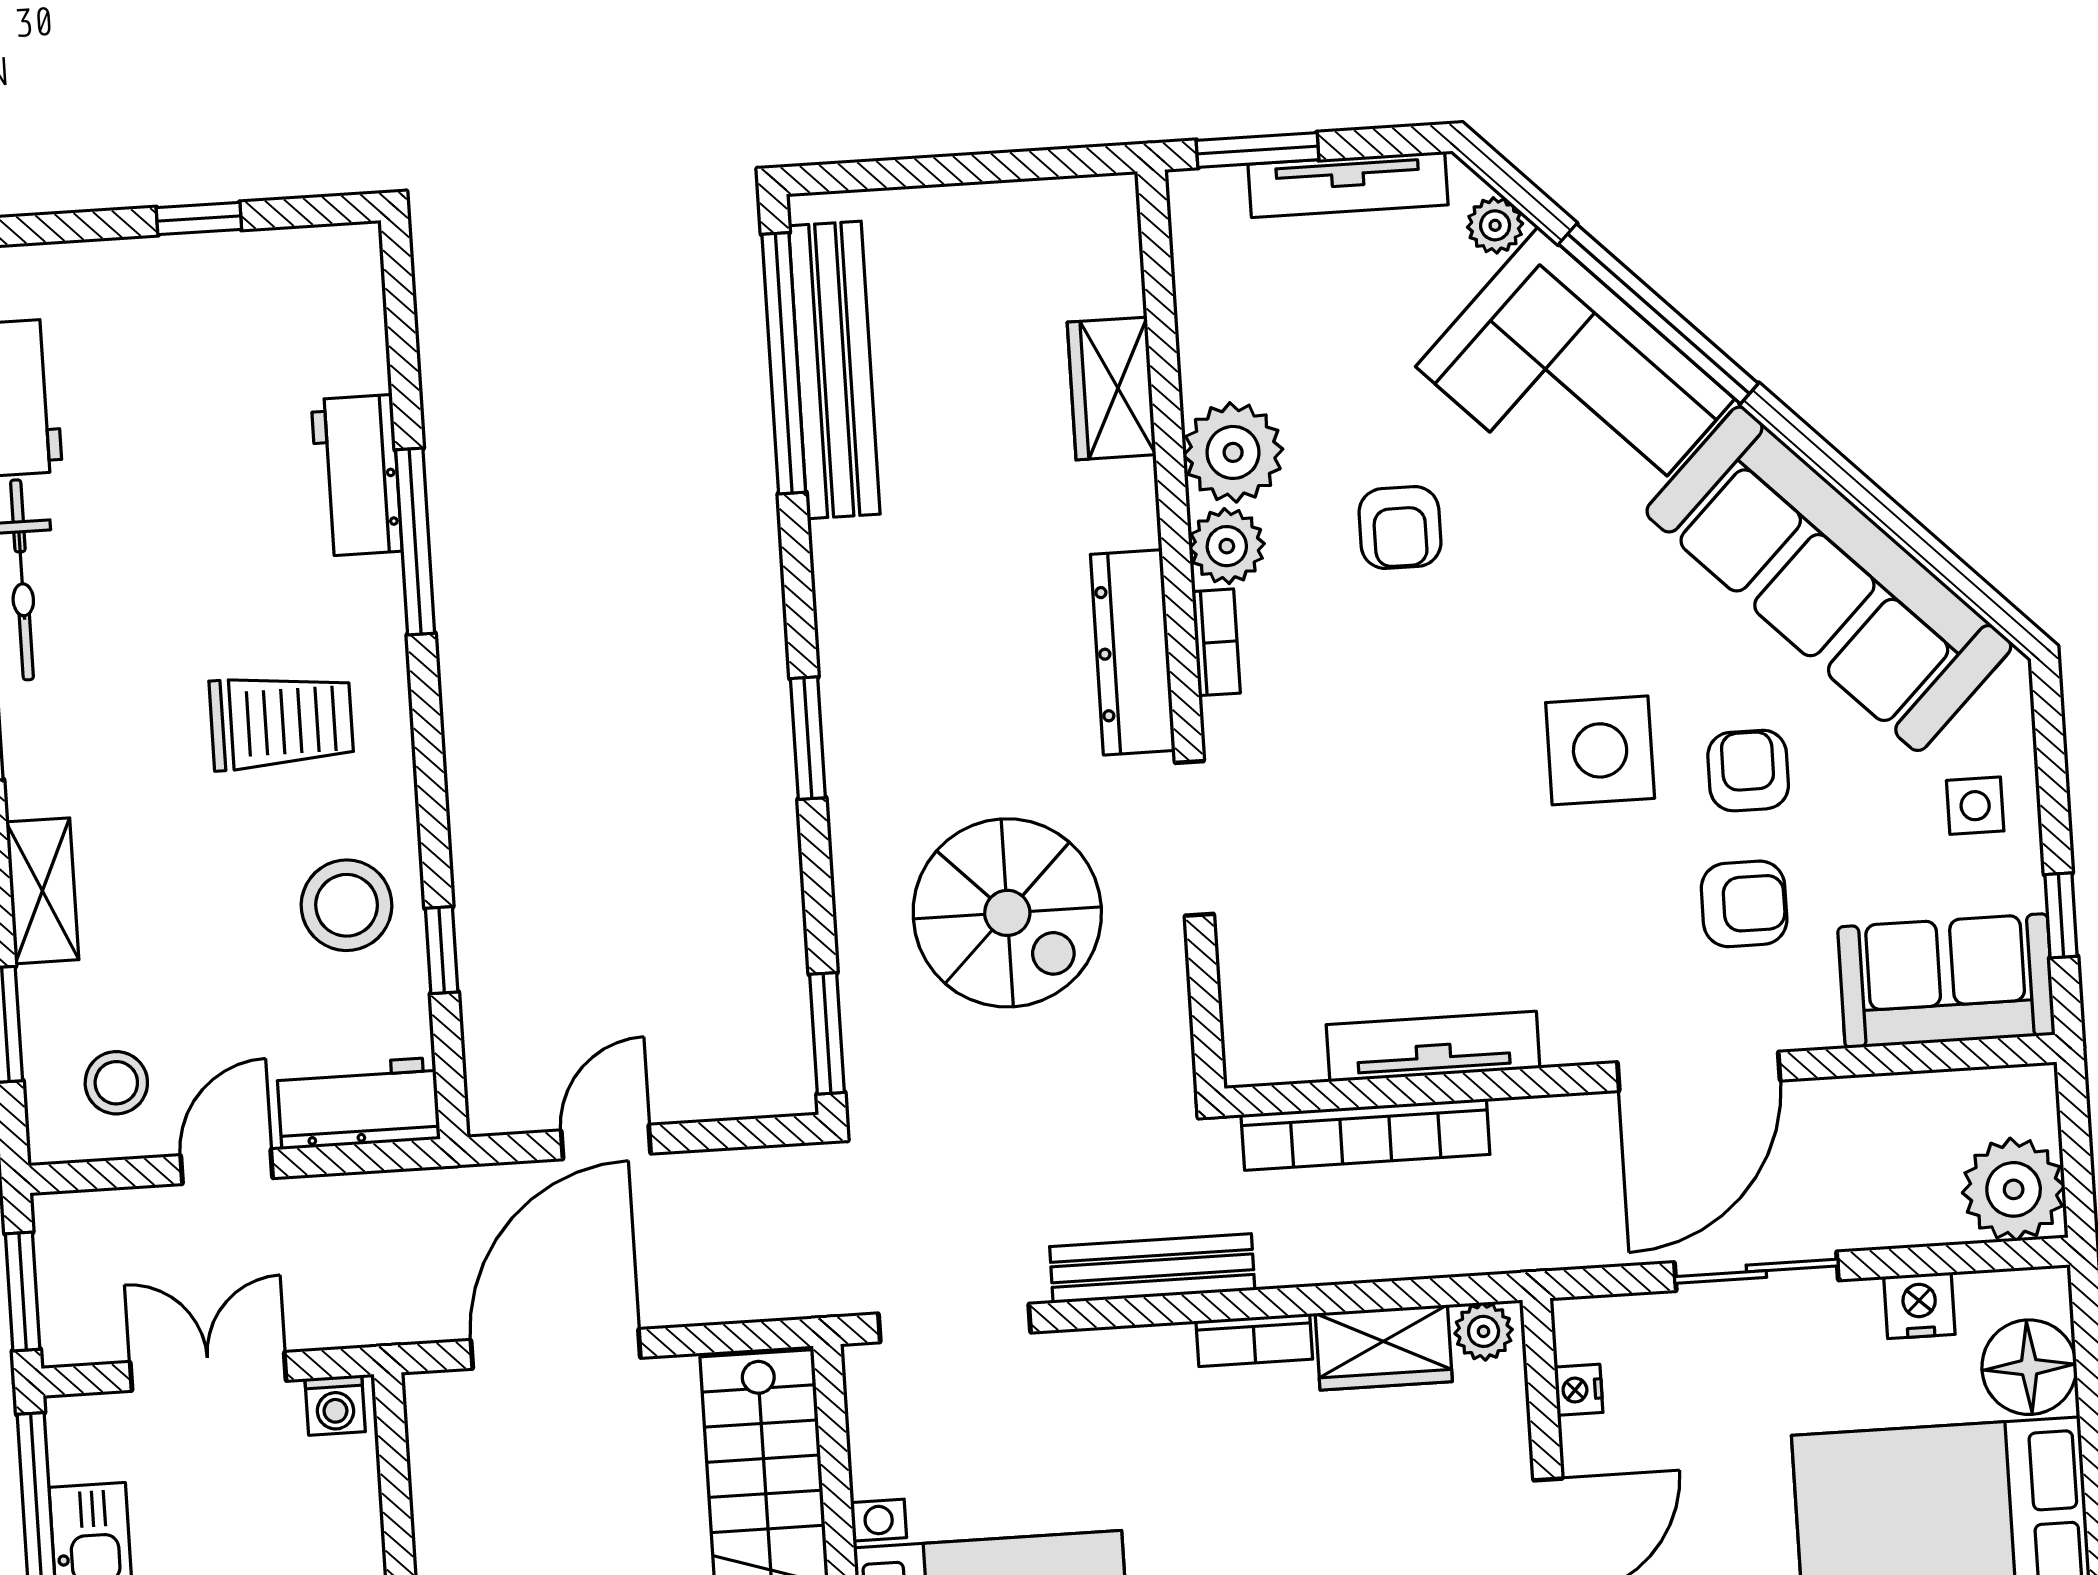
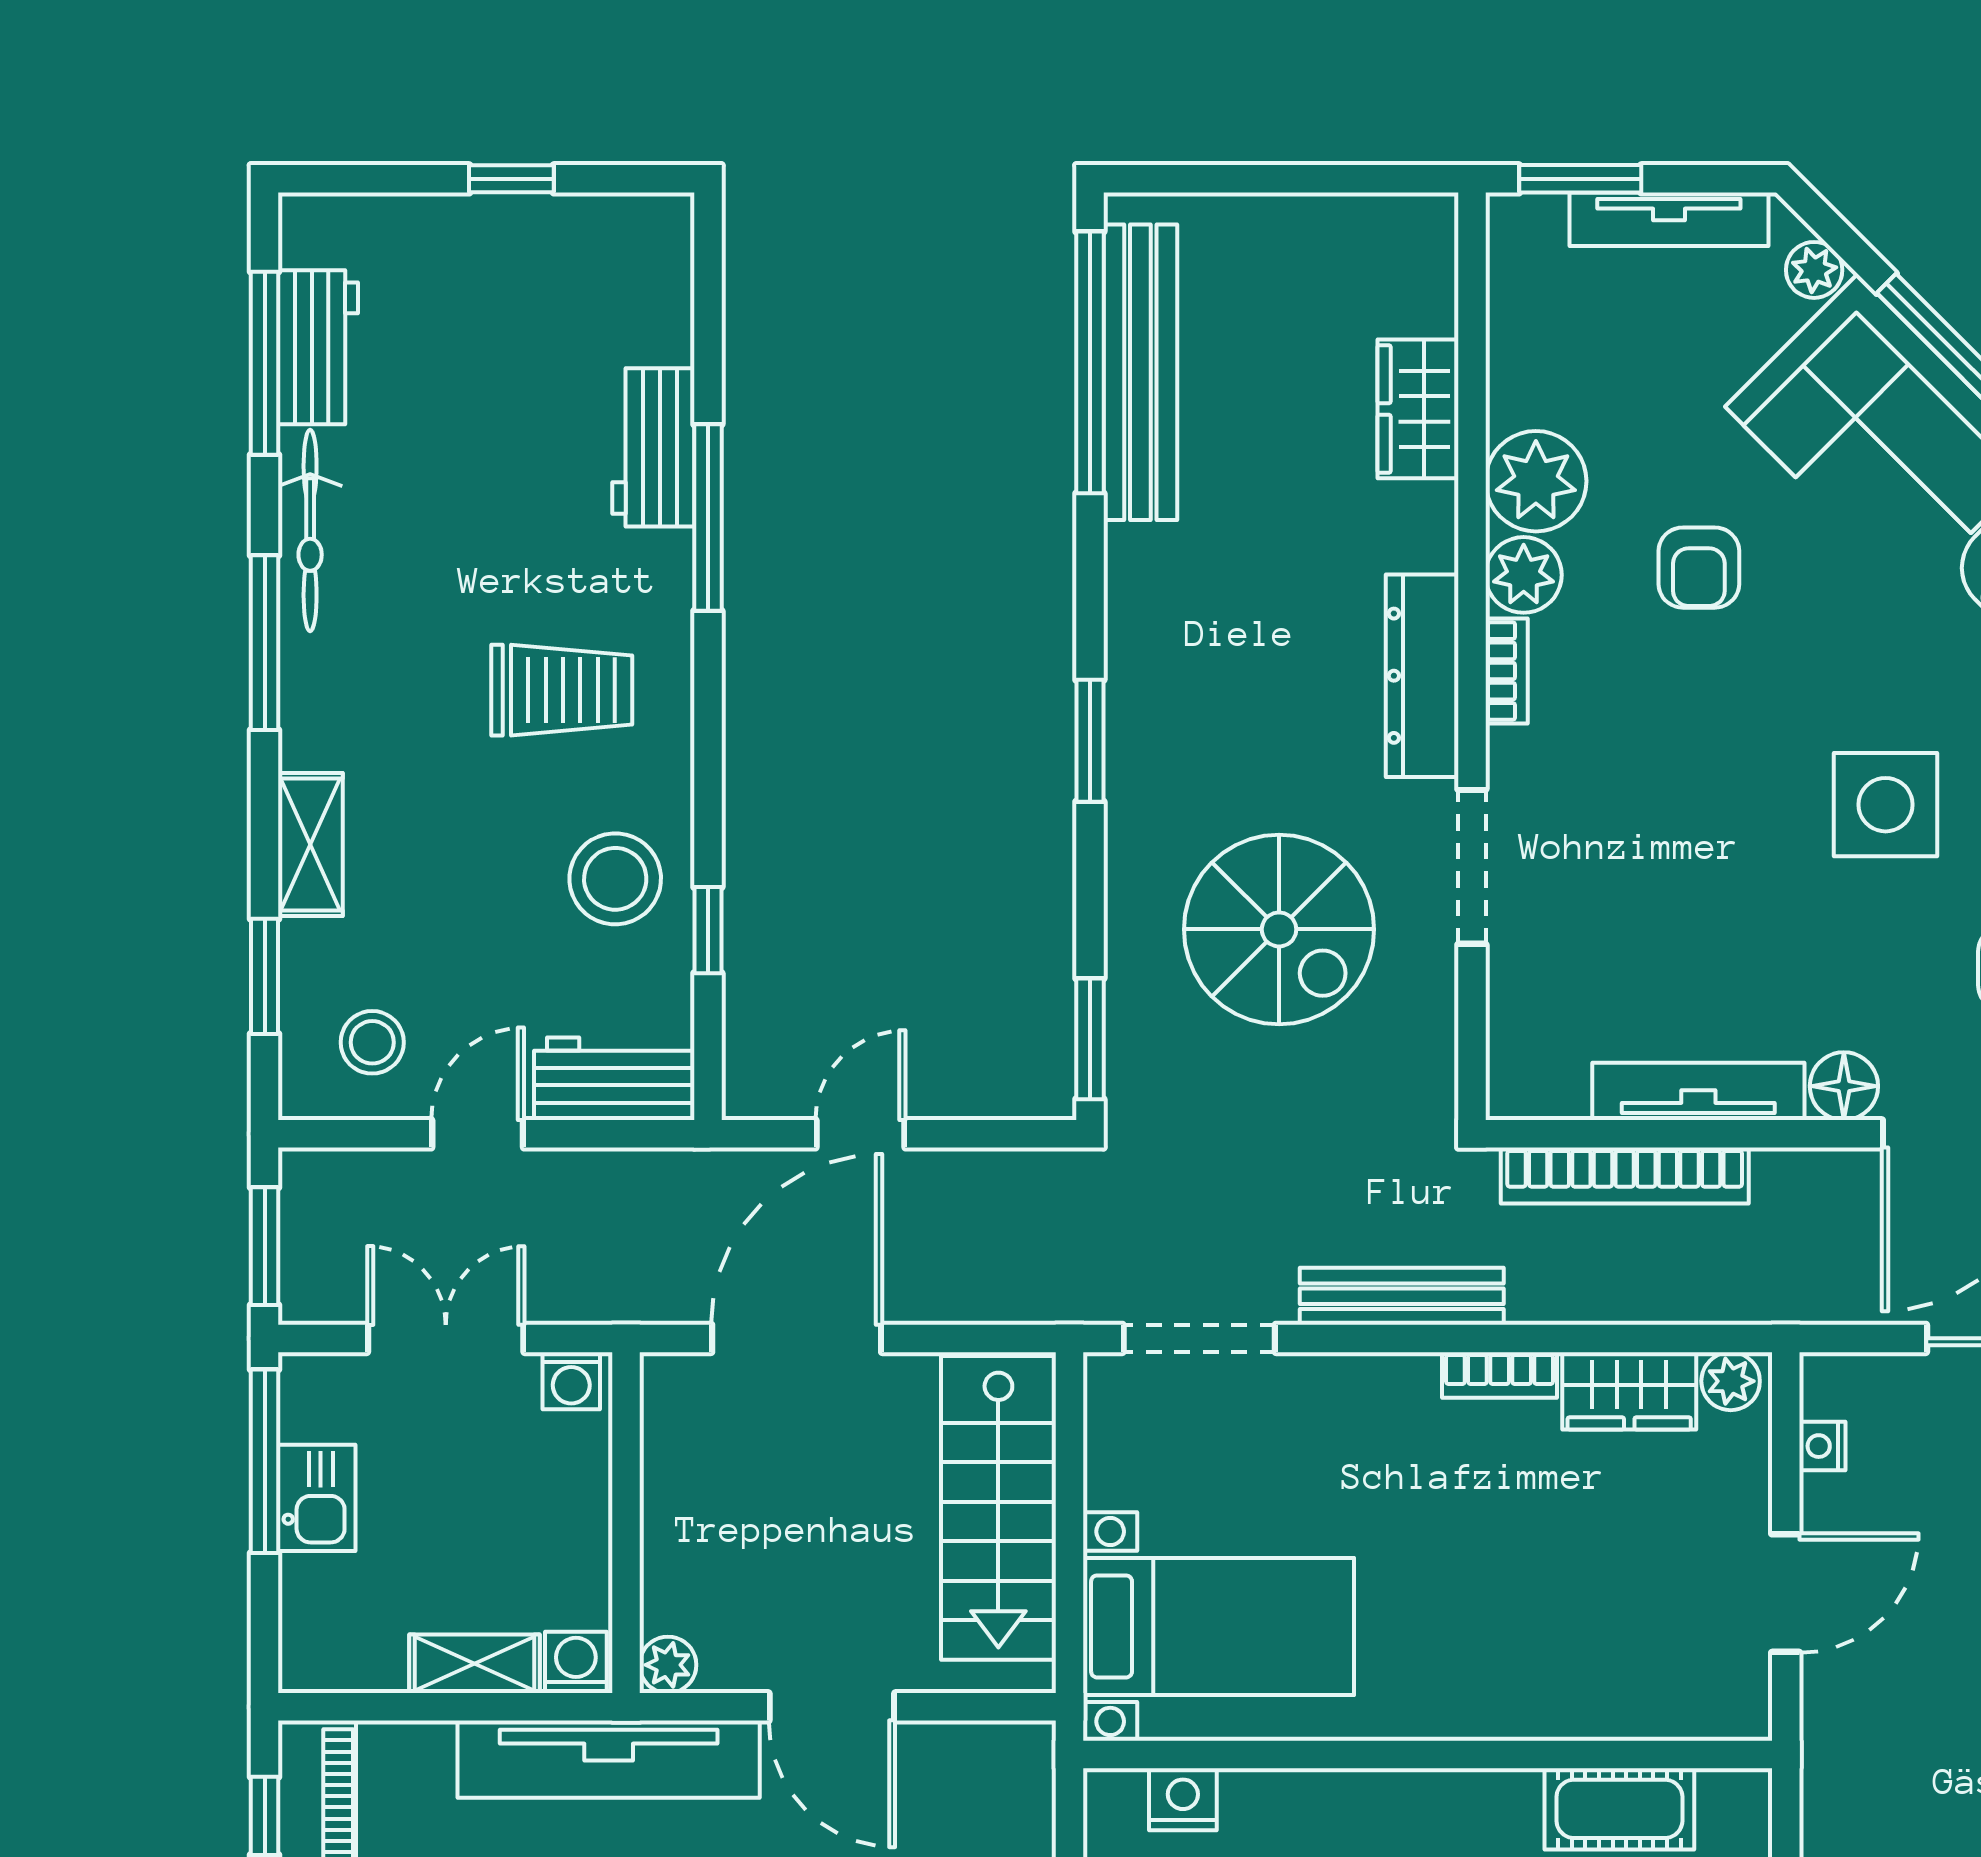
floor lamp: (1577, 1032) -> (1844, 1086), added

